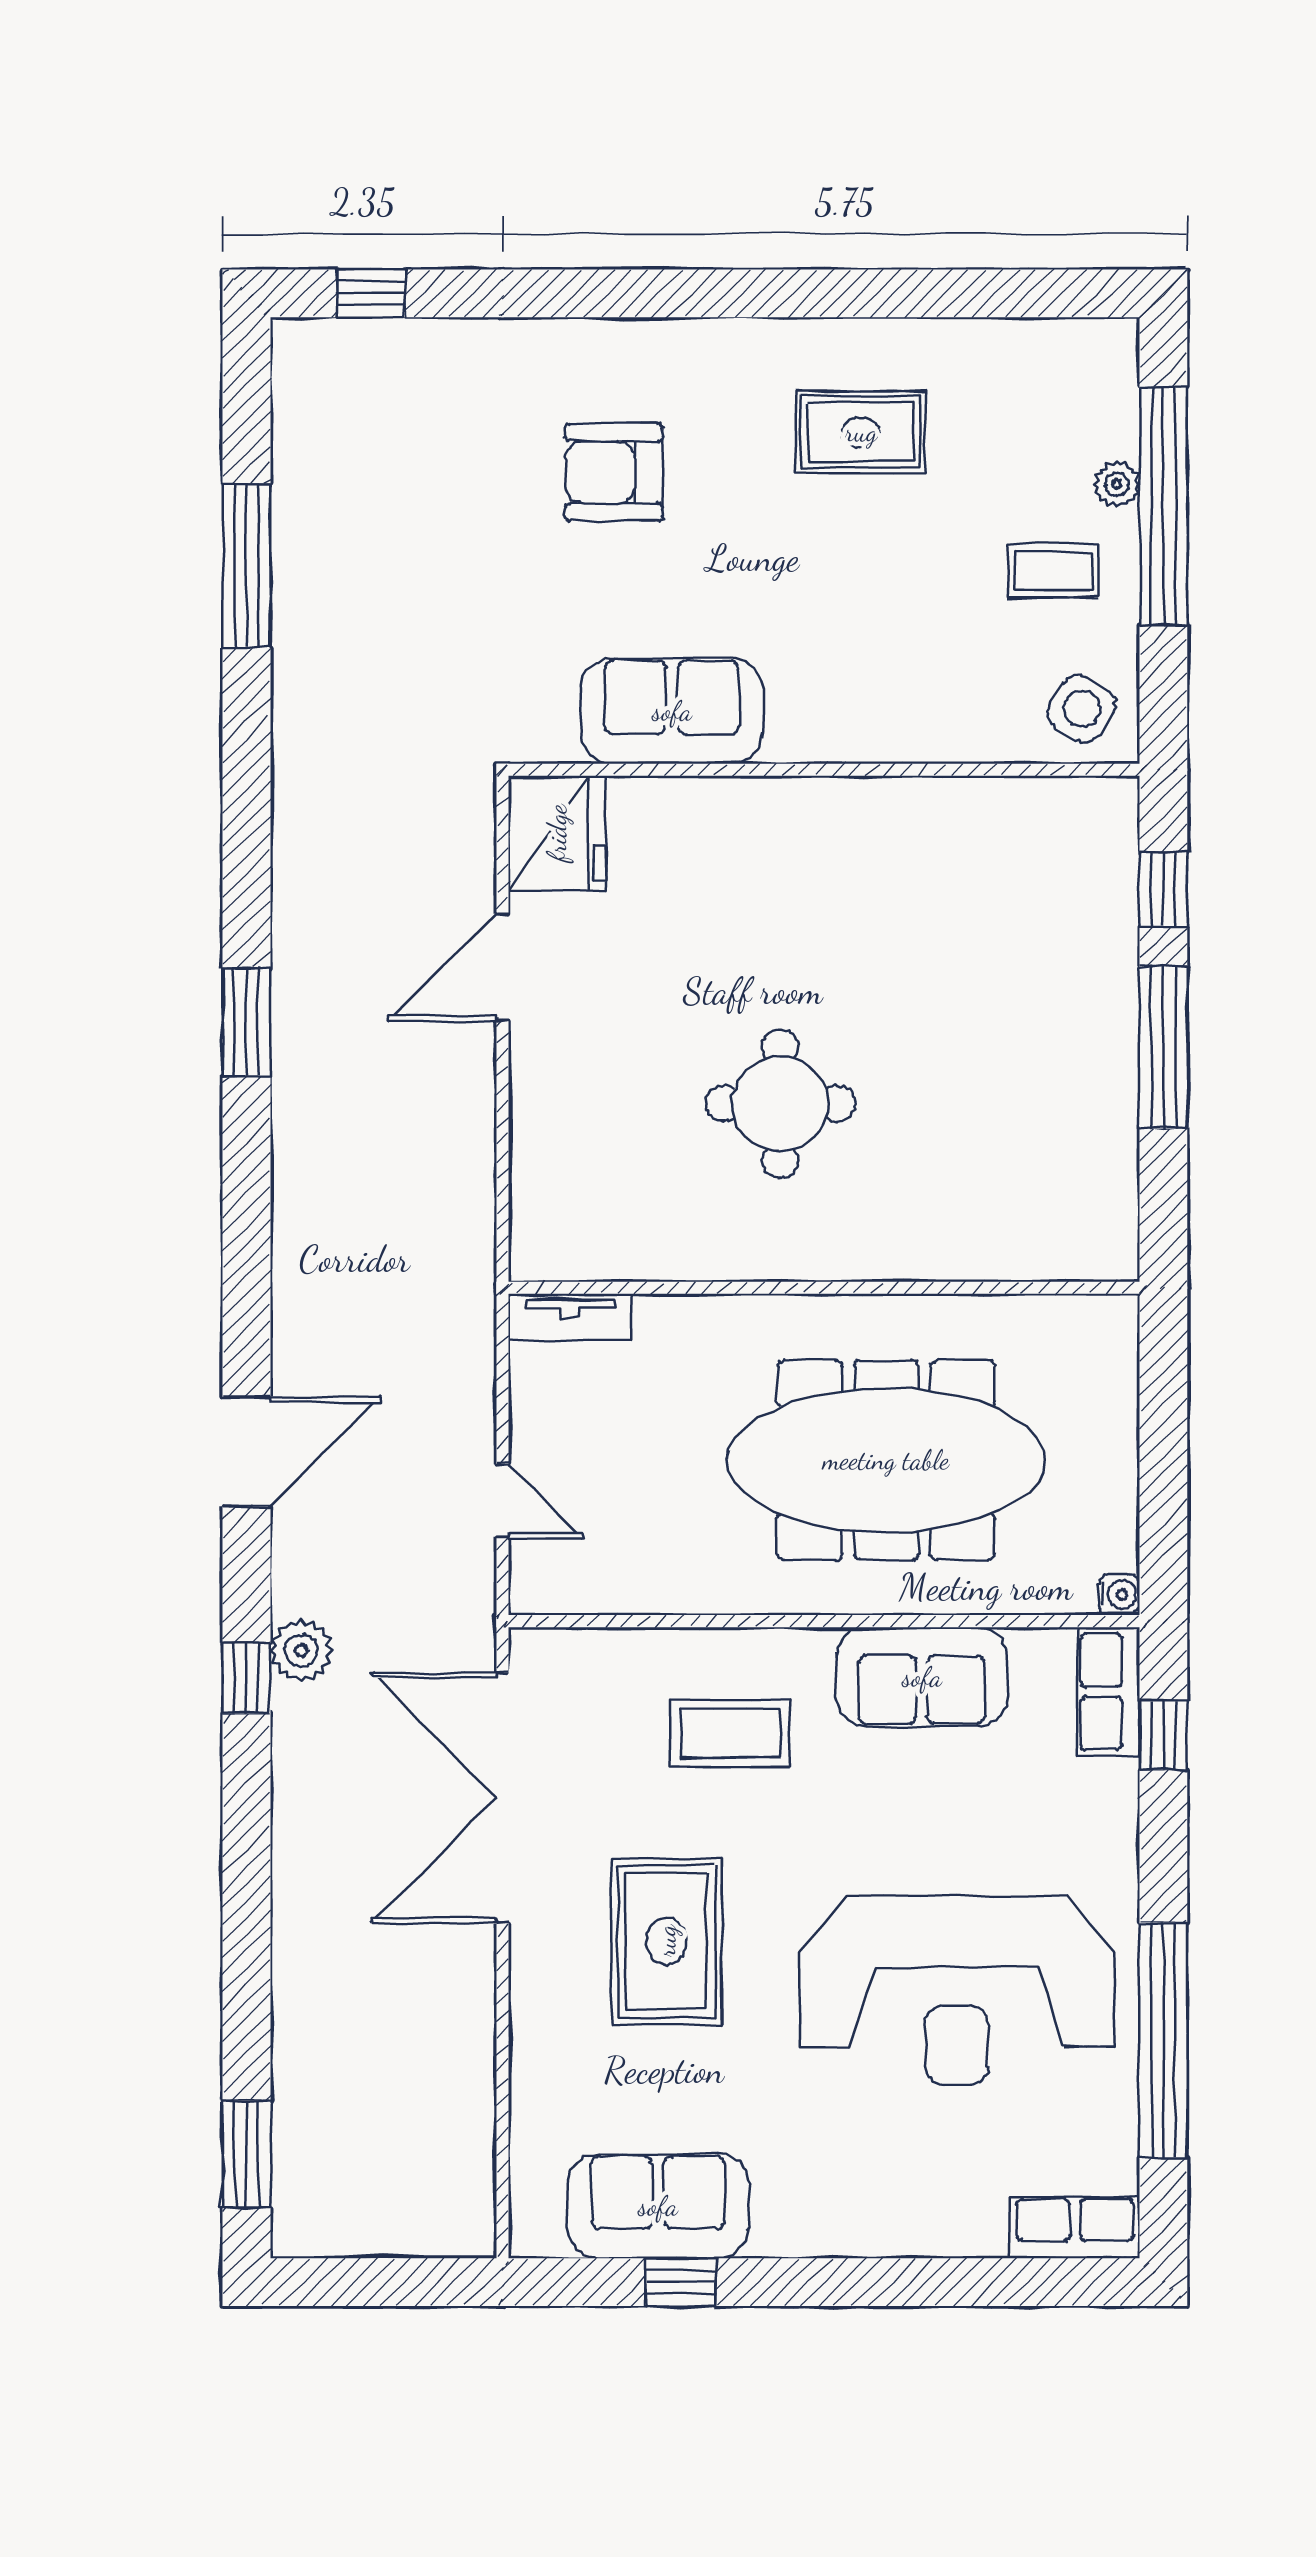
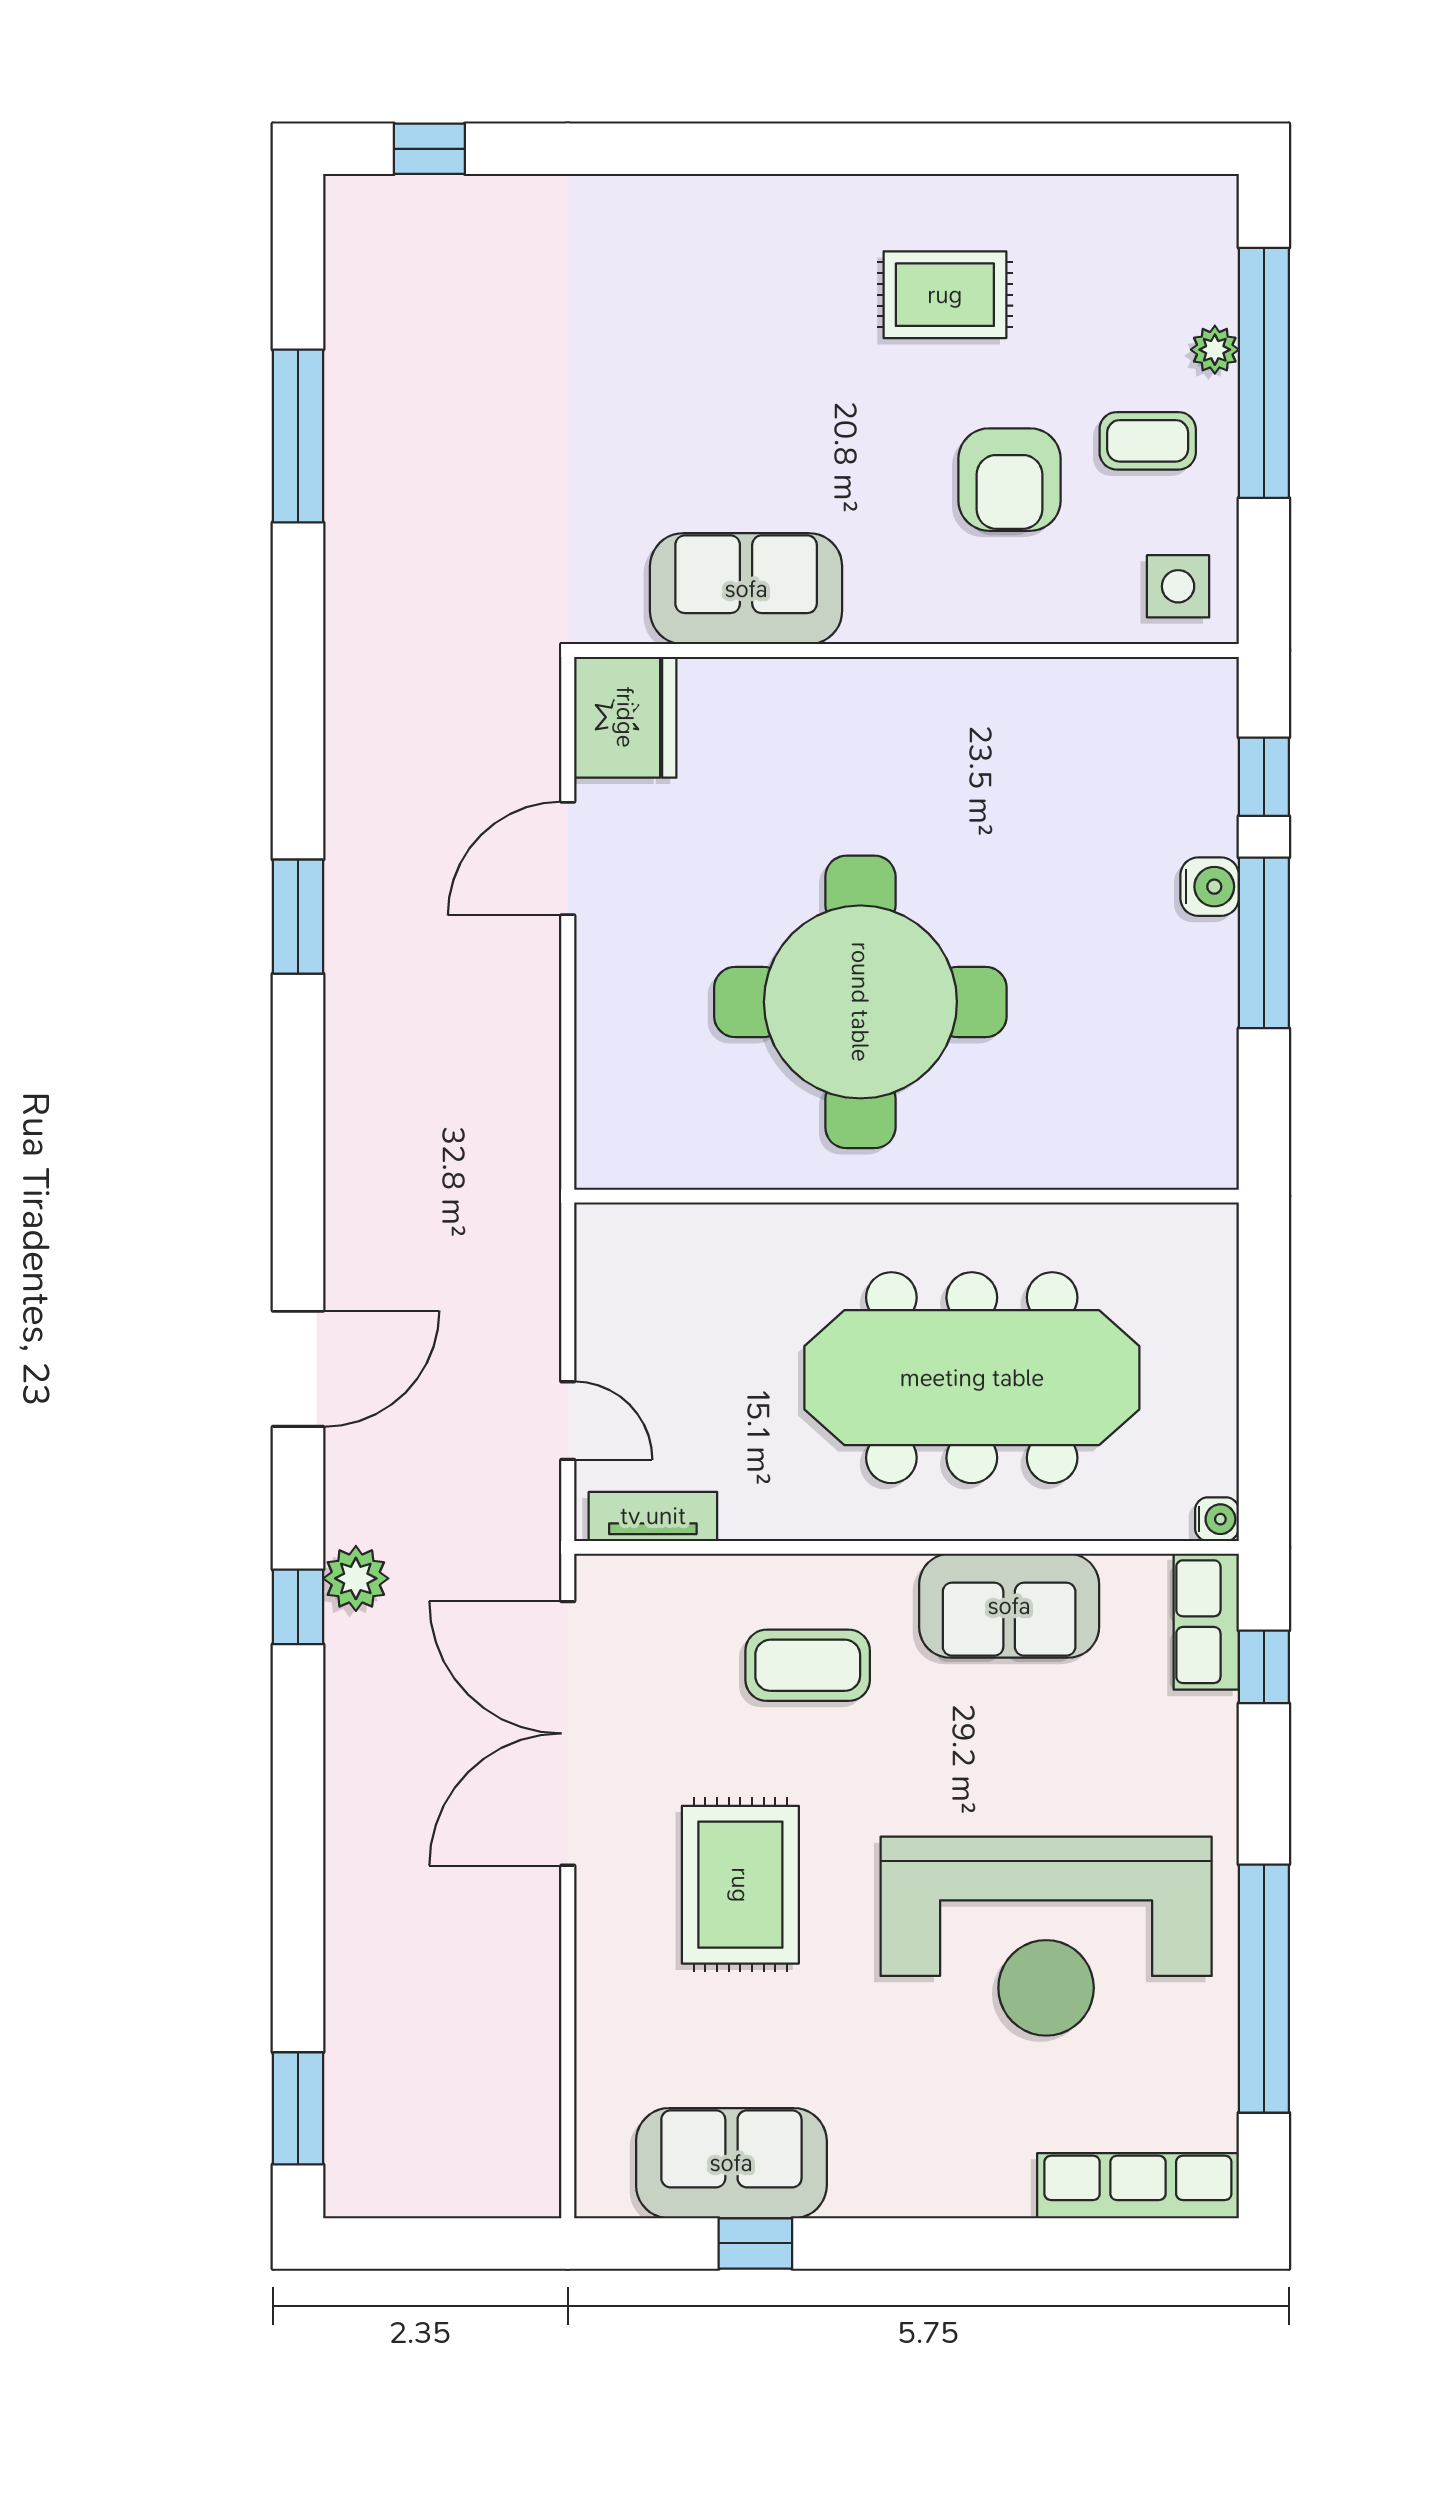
armchair: (614, 472) -> (1010, 480), moved, turned -90
side table: (1082, 709) -> (1178, 586), turned -32
water cooler: (1112, 994) -> (1210, 887), added
round table: (780, 1103) -> (860, 1002), width x1.86, depth x1.86
tv unit: (569, 1317) -> (653, 1516), moved, turned 180
row of seats: (1075, 2227) -> (1138, 2186), width x1.48

